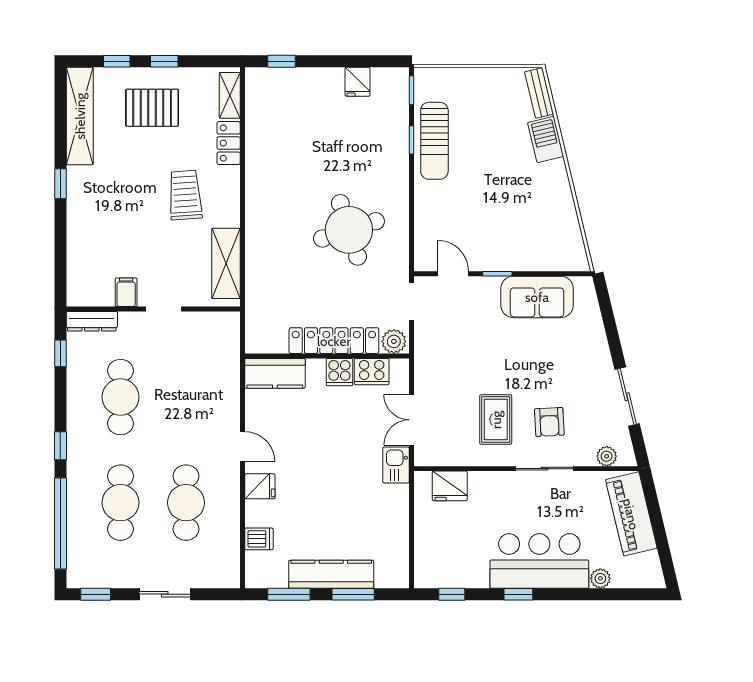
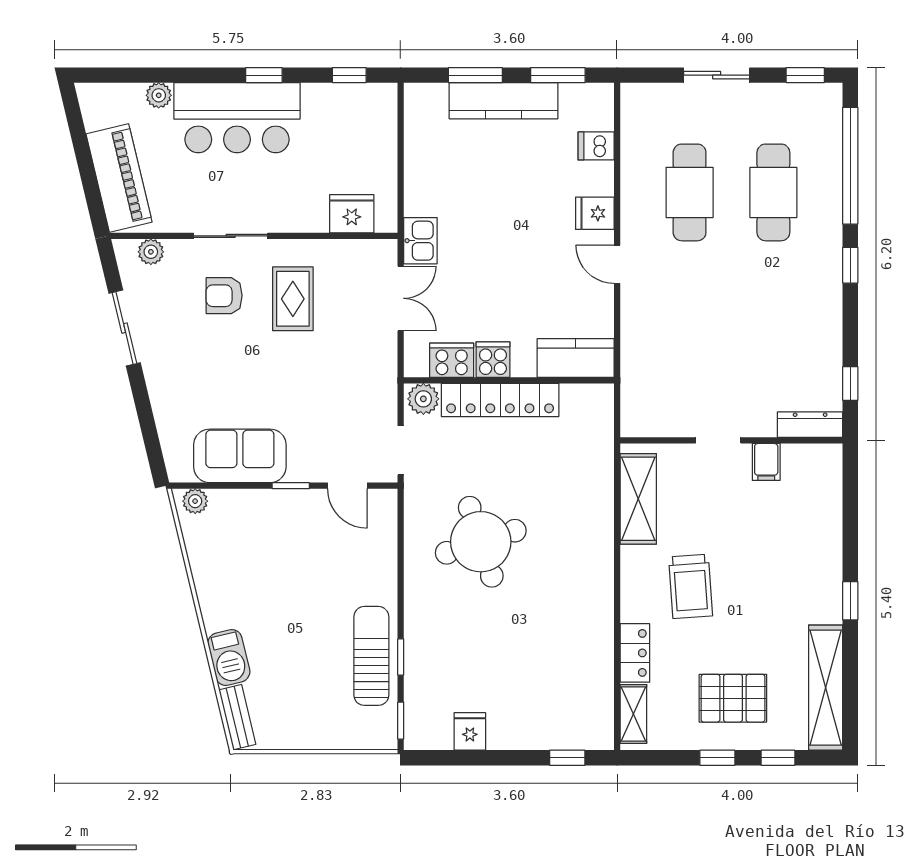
plant: (572, 262) -> (195, 501), added
cafe table: (121, 397) -> (773, 328), removed
armchair: (549, 422) -> (224, 296), turned -87

